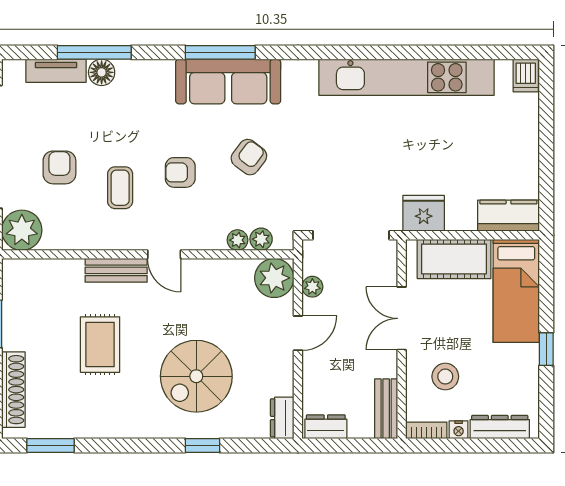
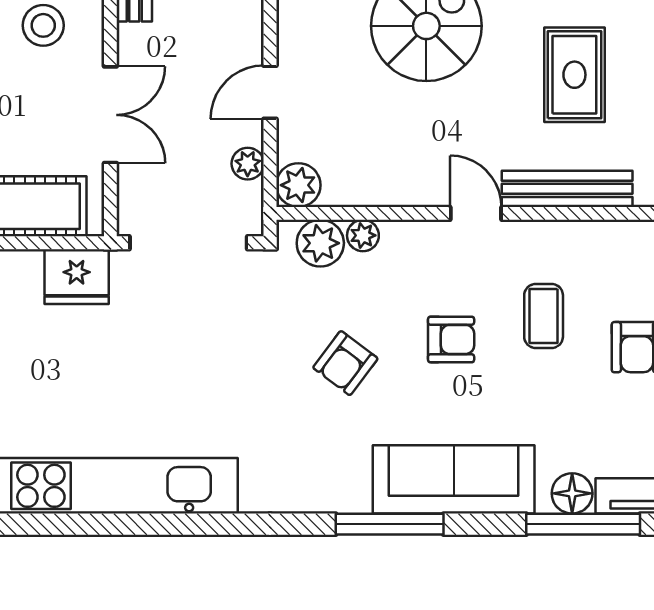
sofa: (228, 81) -> (454, 479), moved
plant: (261, 239) -> (320, 243), width x1.38, depth x1.38
bench: (116, 270) -> (567, 189), width x1.36
plant: (274, 278) -> (298, 185), width x0.73, depth x0.73

